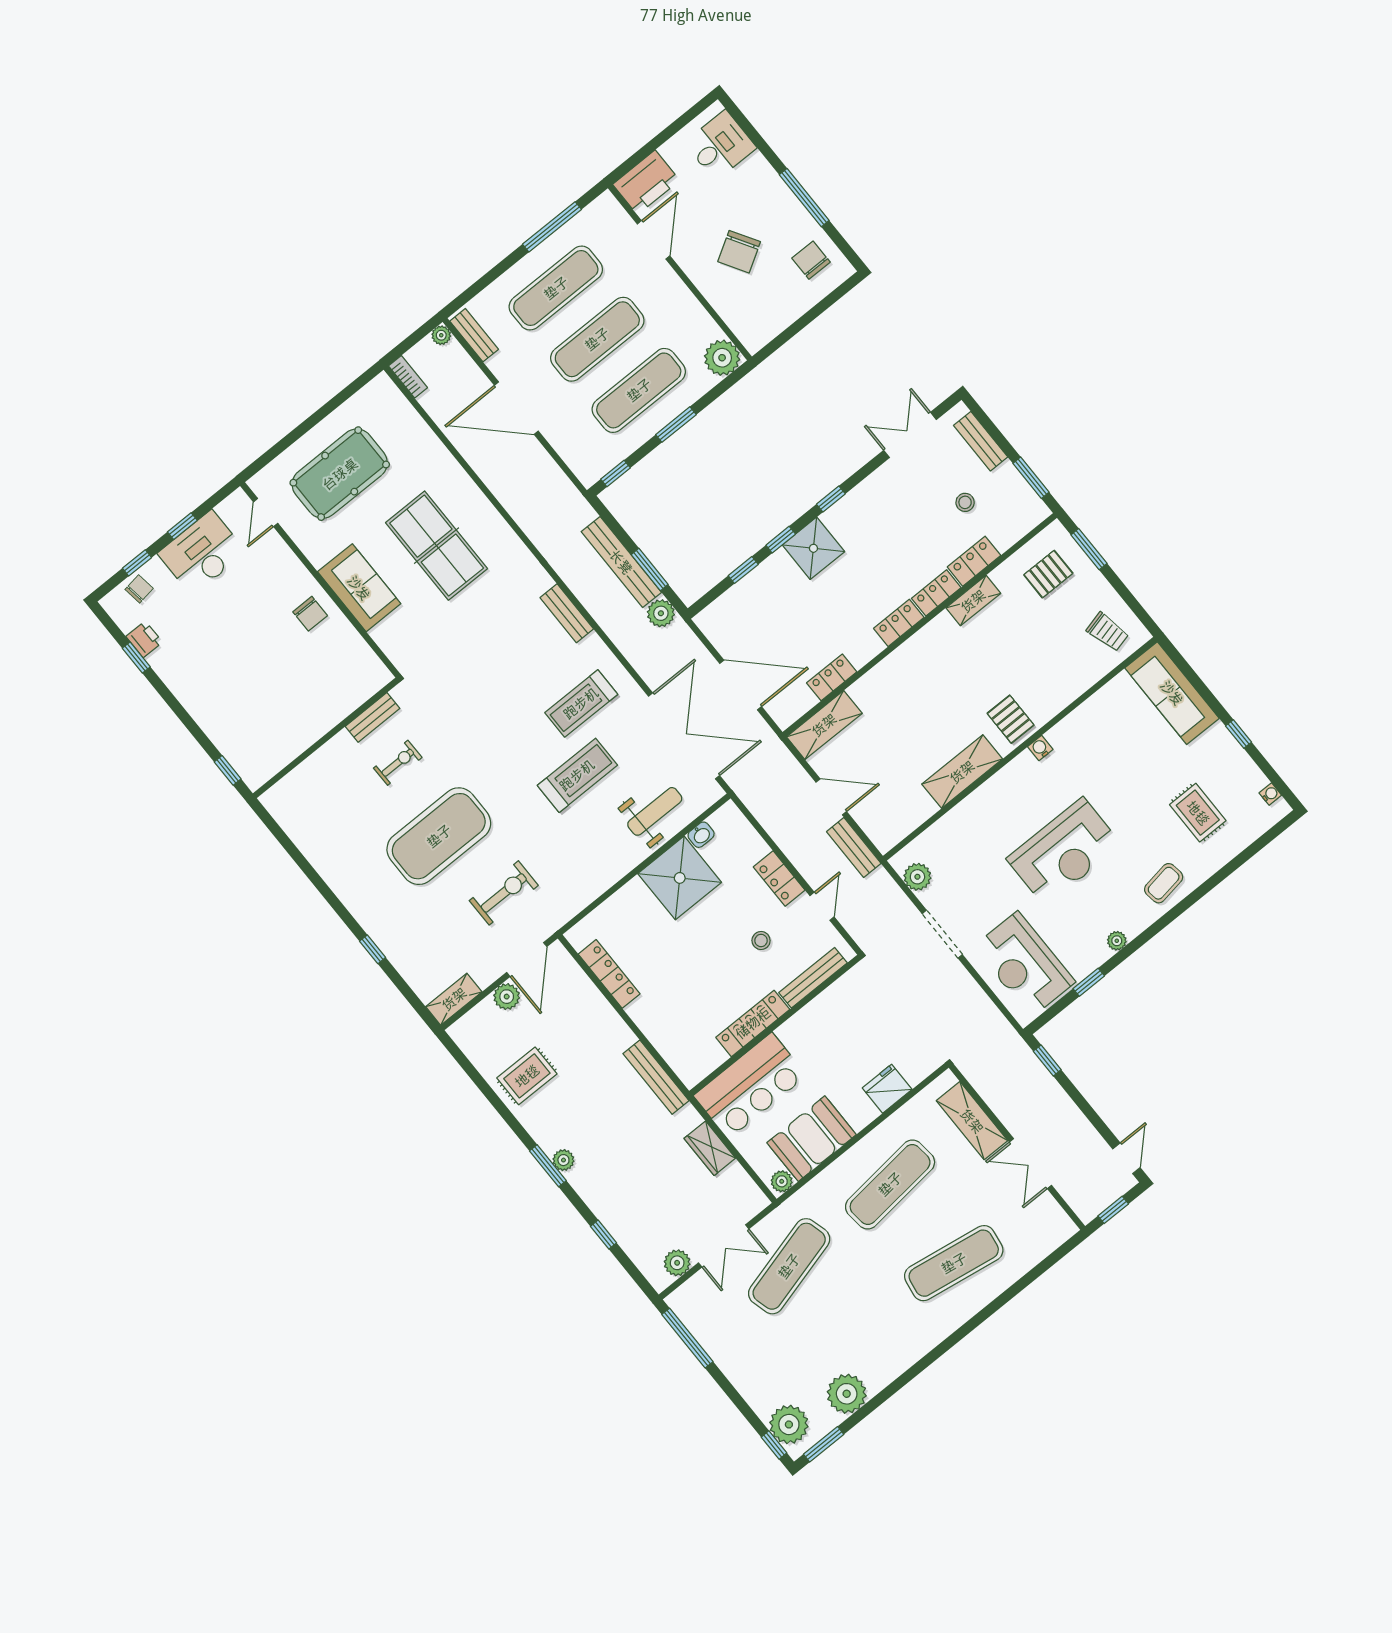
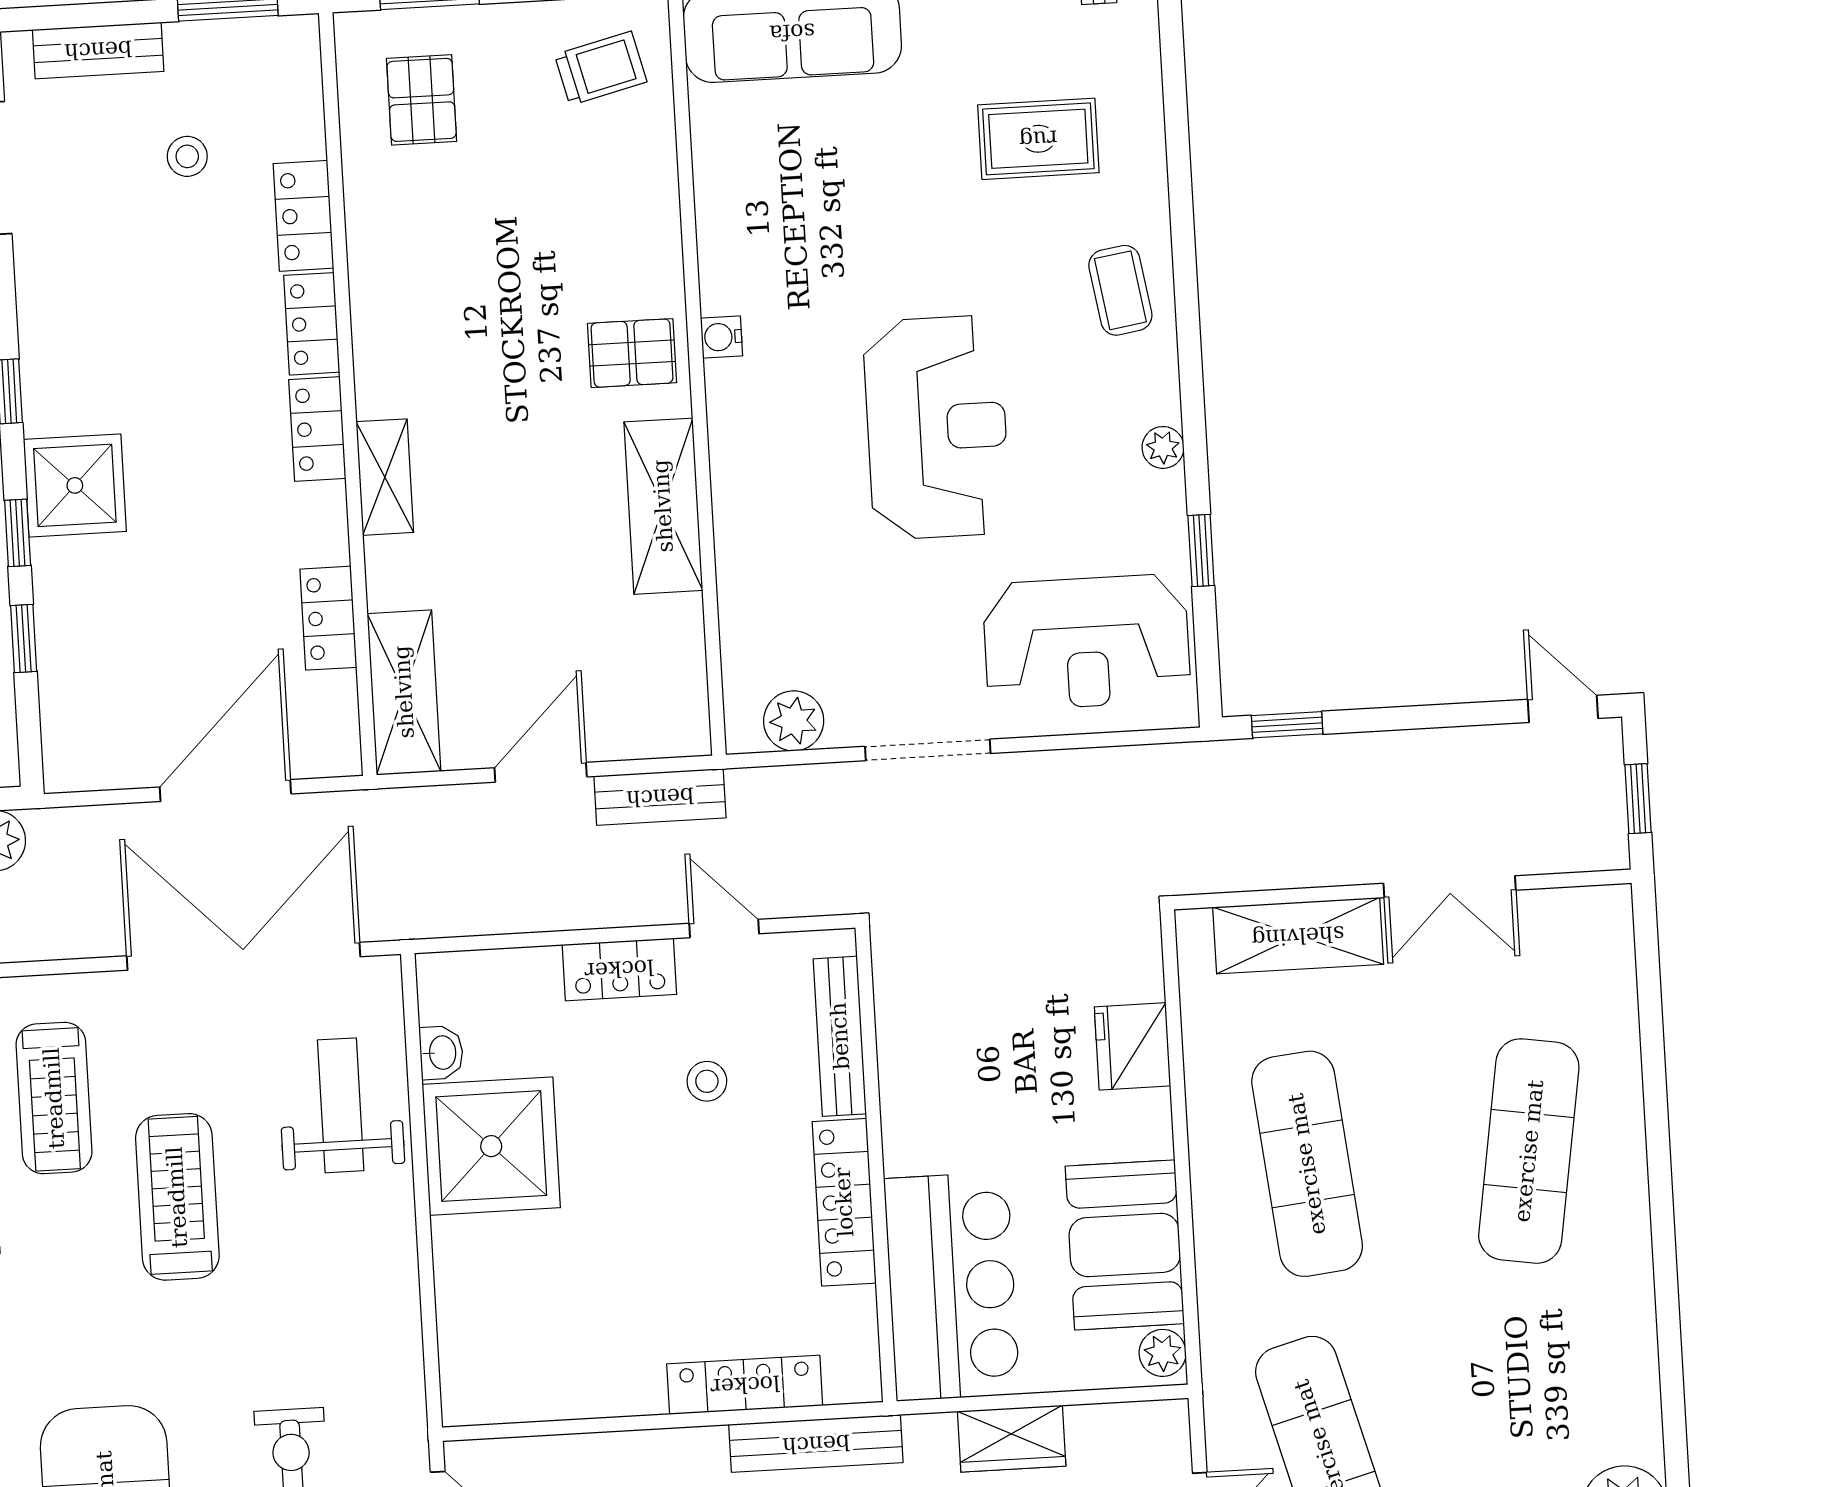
shelving: (973, 601) -> (385, 477), moved
locker: (609, 974) -> (745, 1385), moved

